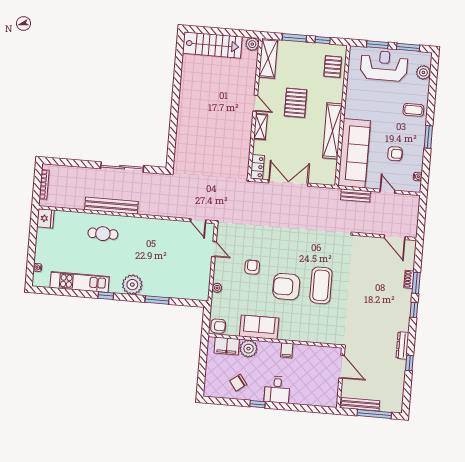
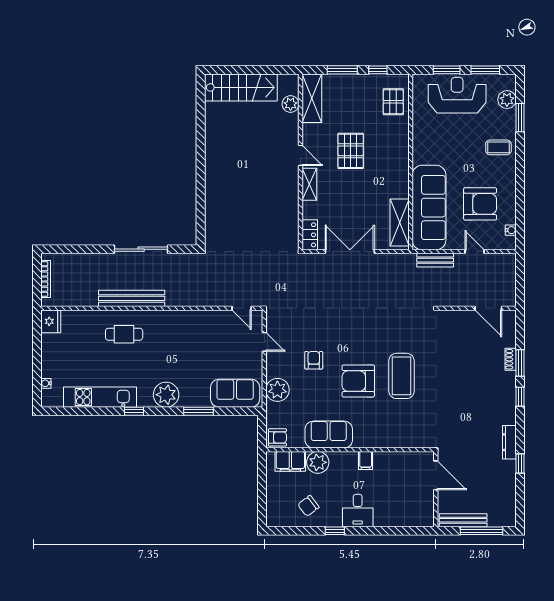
plant: (252, 44) -> (291, 104), moved
shelving: (332, 131) -> (400, 223), moved, width x0.68
window: (428, 137) -> (520, 118), moved
armchair: (395, 154) -> (480, 204), width x1.88, depth x1.88
sofa: (187, 288) -> (235, 393), added
plant: (217, 288) -> (277, 390), width x1.87, depth x1.87

